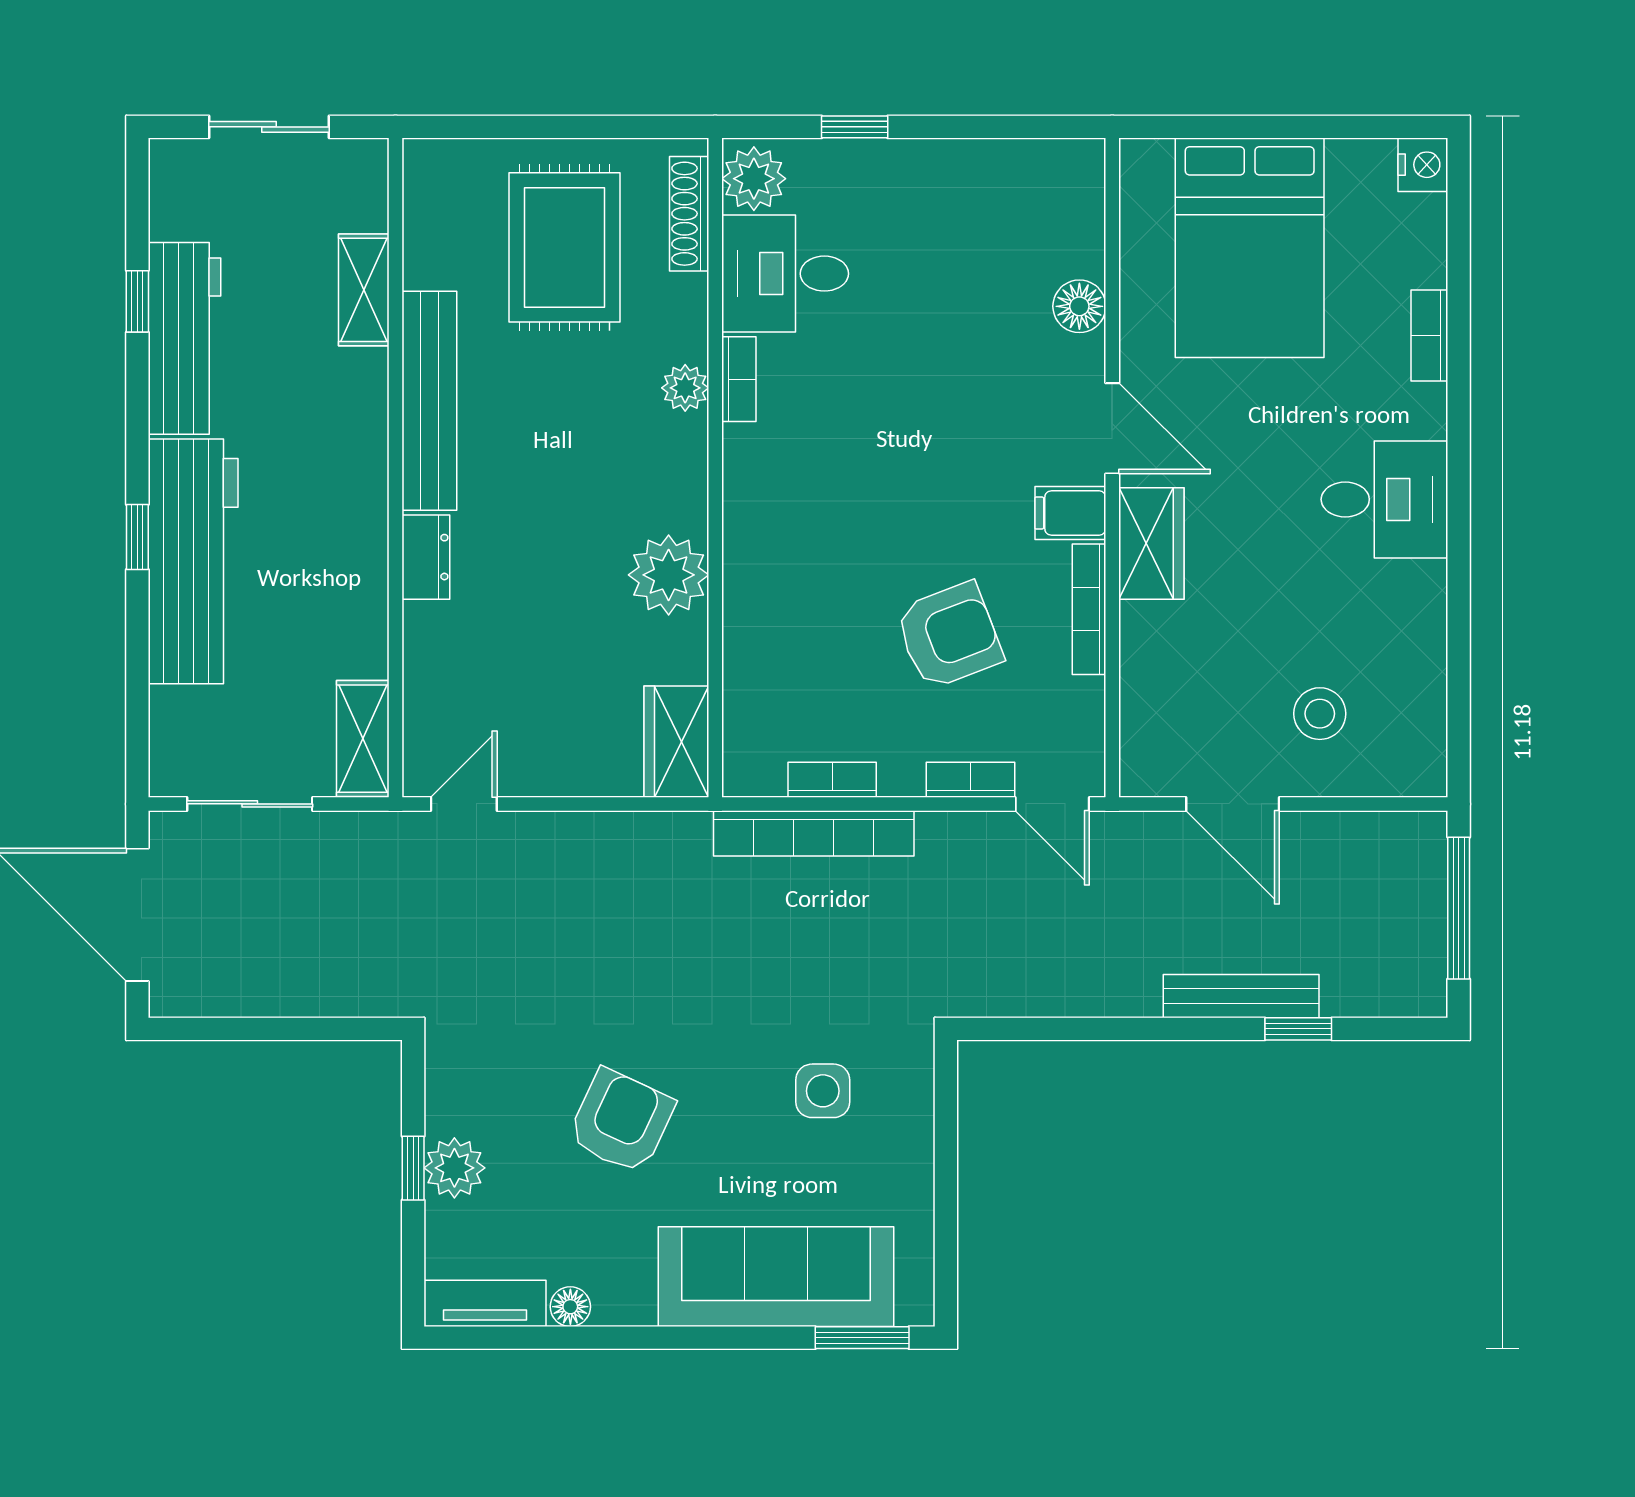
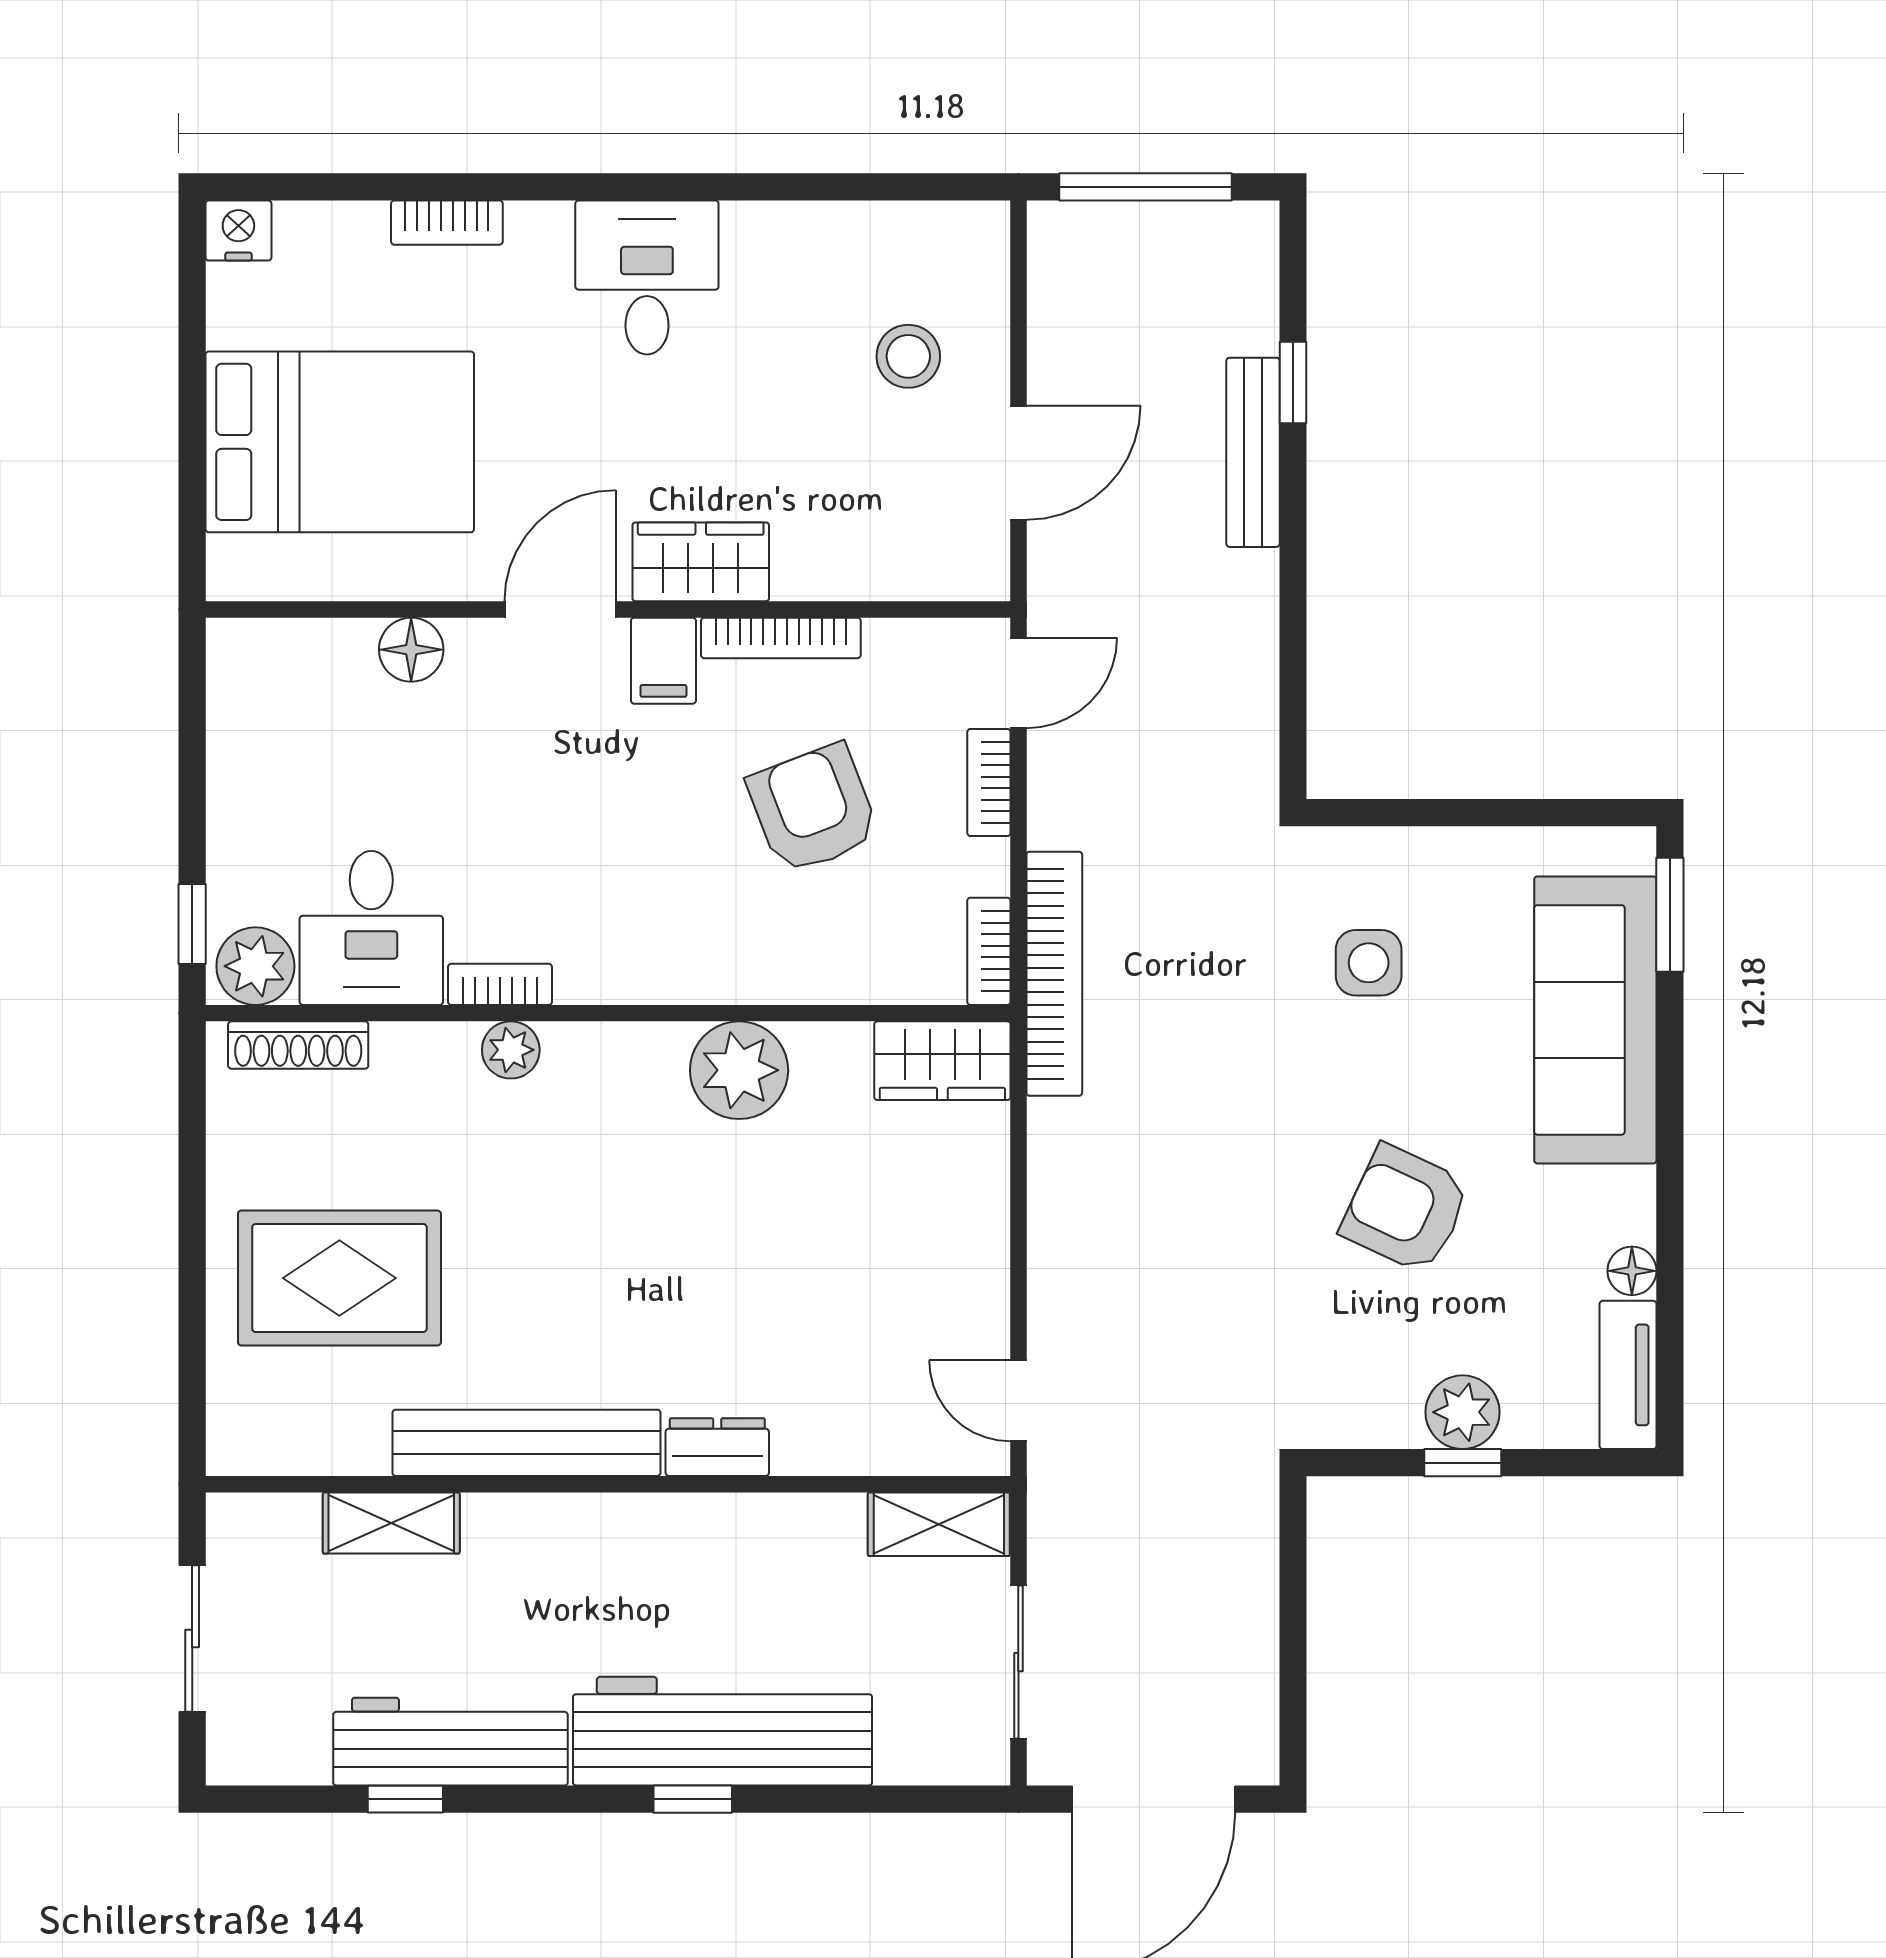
plant: (754, 179) -> (255, 966), moved
shoe rack: (689, 214) -> (298, 1045), moved
desk: (785, 274) -> (371, 928), moved
bookcase: (739, 379) -> (500, 984), moved
plant: (685, 388) -> (511, 1050), moved
wall: (715, 468) -> (608, 1013), moved
plant: (669, 575) -> (739, 1070), moved
wardrobe: (676, 742) -> (942, 1061), moved

